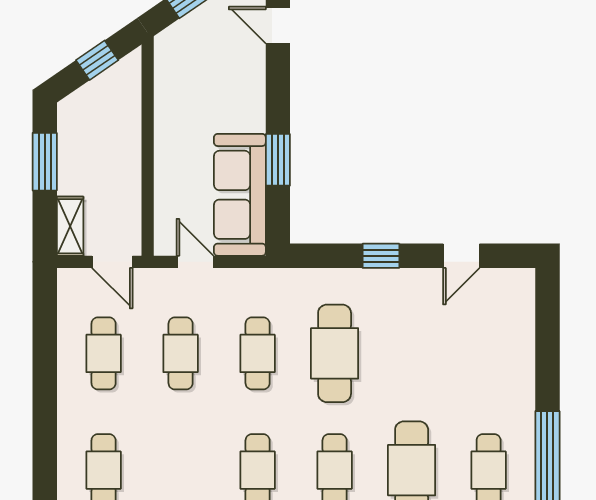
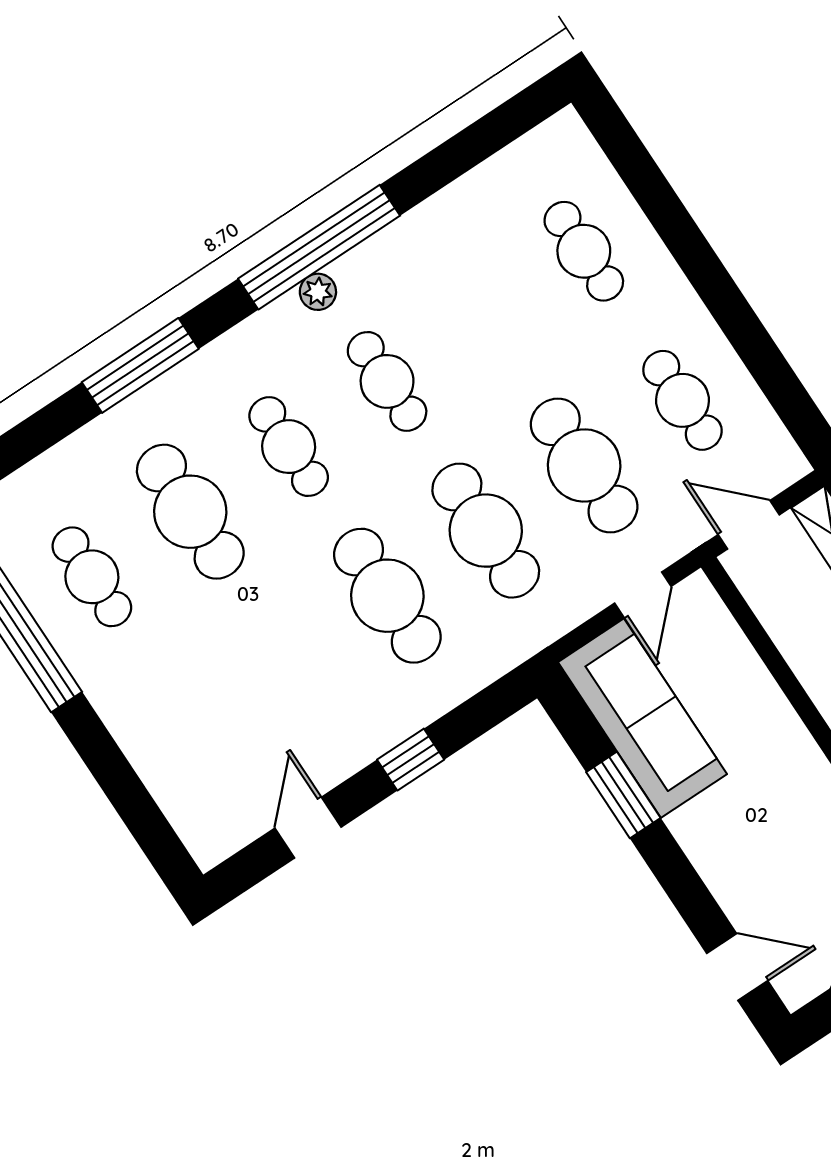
door: (195, 262) -> (643, 595), hinge flipped
cafe table: (181, 353) -> (584, 465), width x1.37, depth x1.35
cafe table: (258, 353) -> (486, 531), width x1.37, depth x1.35

